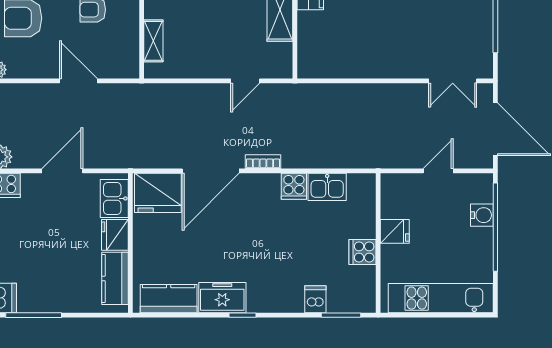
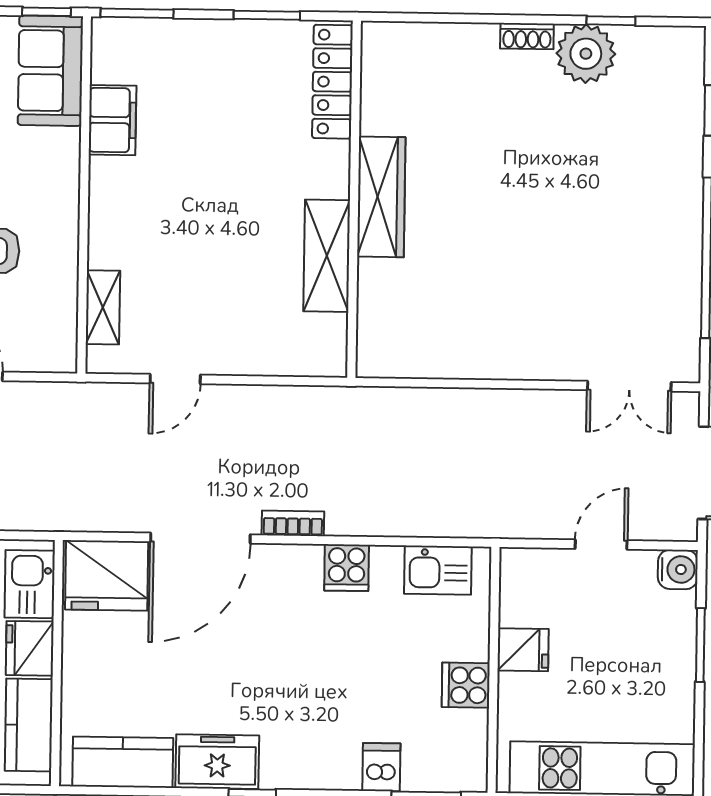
door: (245, 81) -> (175, 379), moved
kitchen sink: (327, 187) -> (438, 570), moved
water cooler: (482, 215) -> (678, 569), moved
window: (495, 227) -> (700, 645), width x0.47

